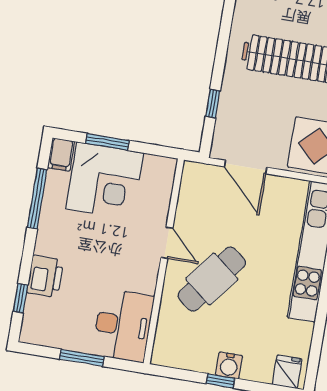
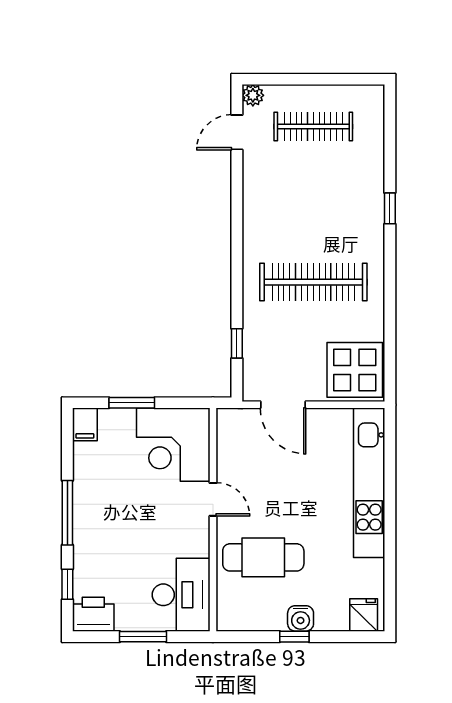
corner desk: (105, 181) -> (173, 445), moved, turned 90
window: (37, 199) -> (67, 513), moved
printer: (45, 276) -> (93, 614), moved, turned -90
cafe table: (212, 279) -> (263, 557), moved, turned 52

